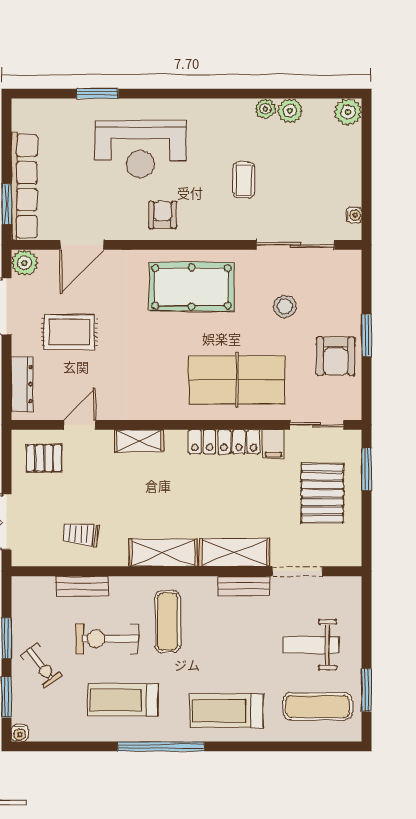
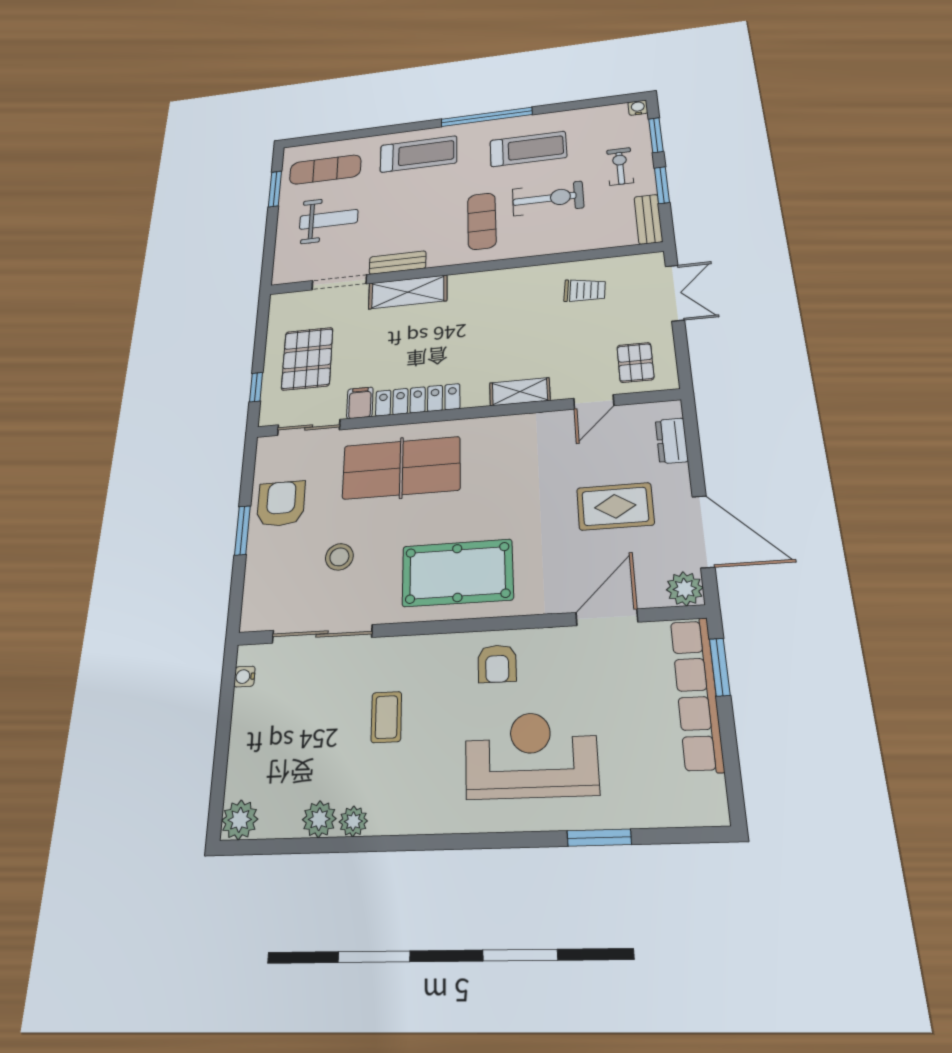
dresser: (22, 384) -> (672, 441), width x0.70
pallet: (44, 458) -> (635, 362), turned 90
window: (367, 469) -> (256, 387), width x0.67
shelving: (163, 553) -> (488, 283), removed
bench: (82, 586) -> (648, 219), moved, turned 90
exercise bike: (41, 666) -> (620, 166), turned 37

